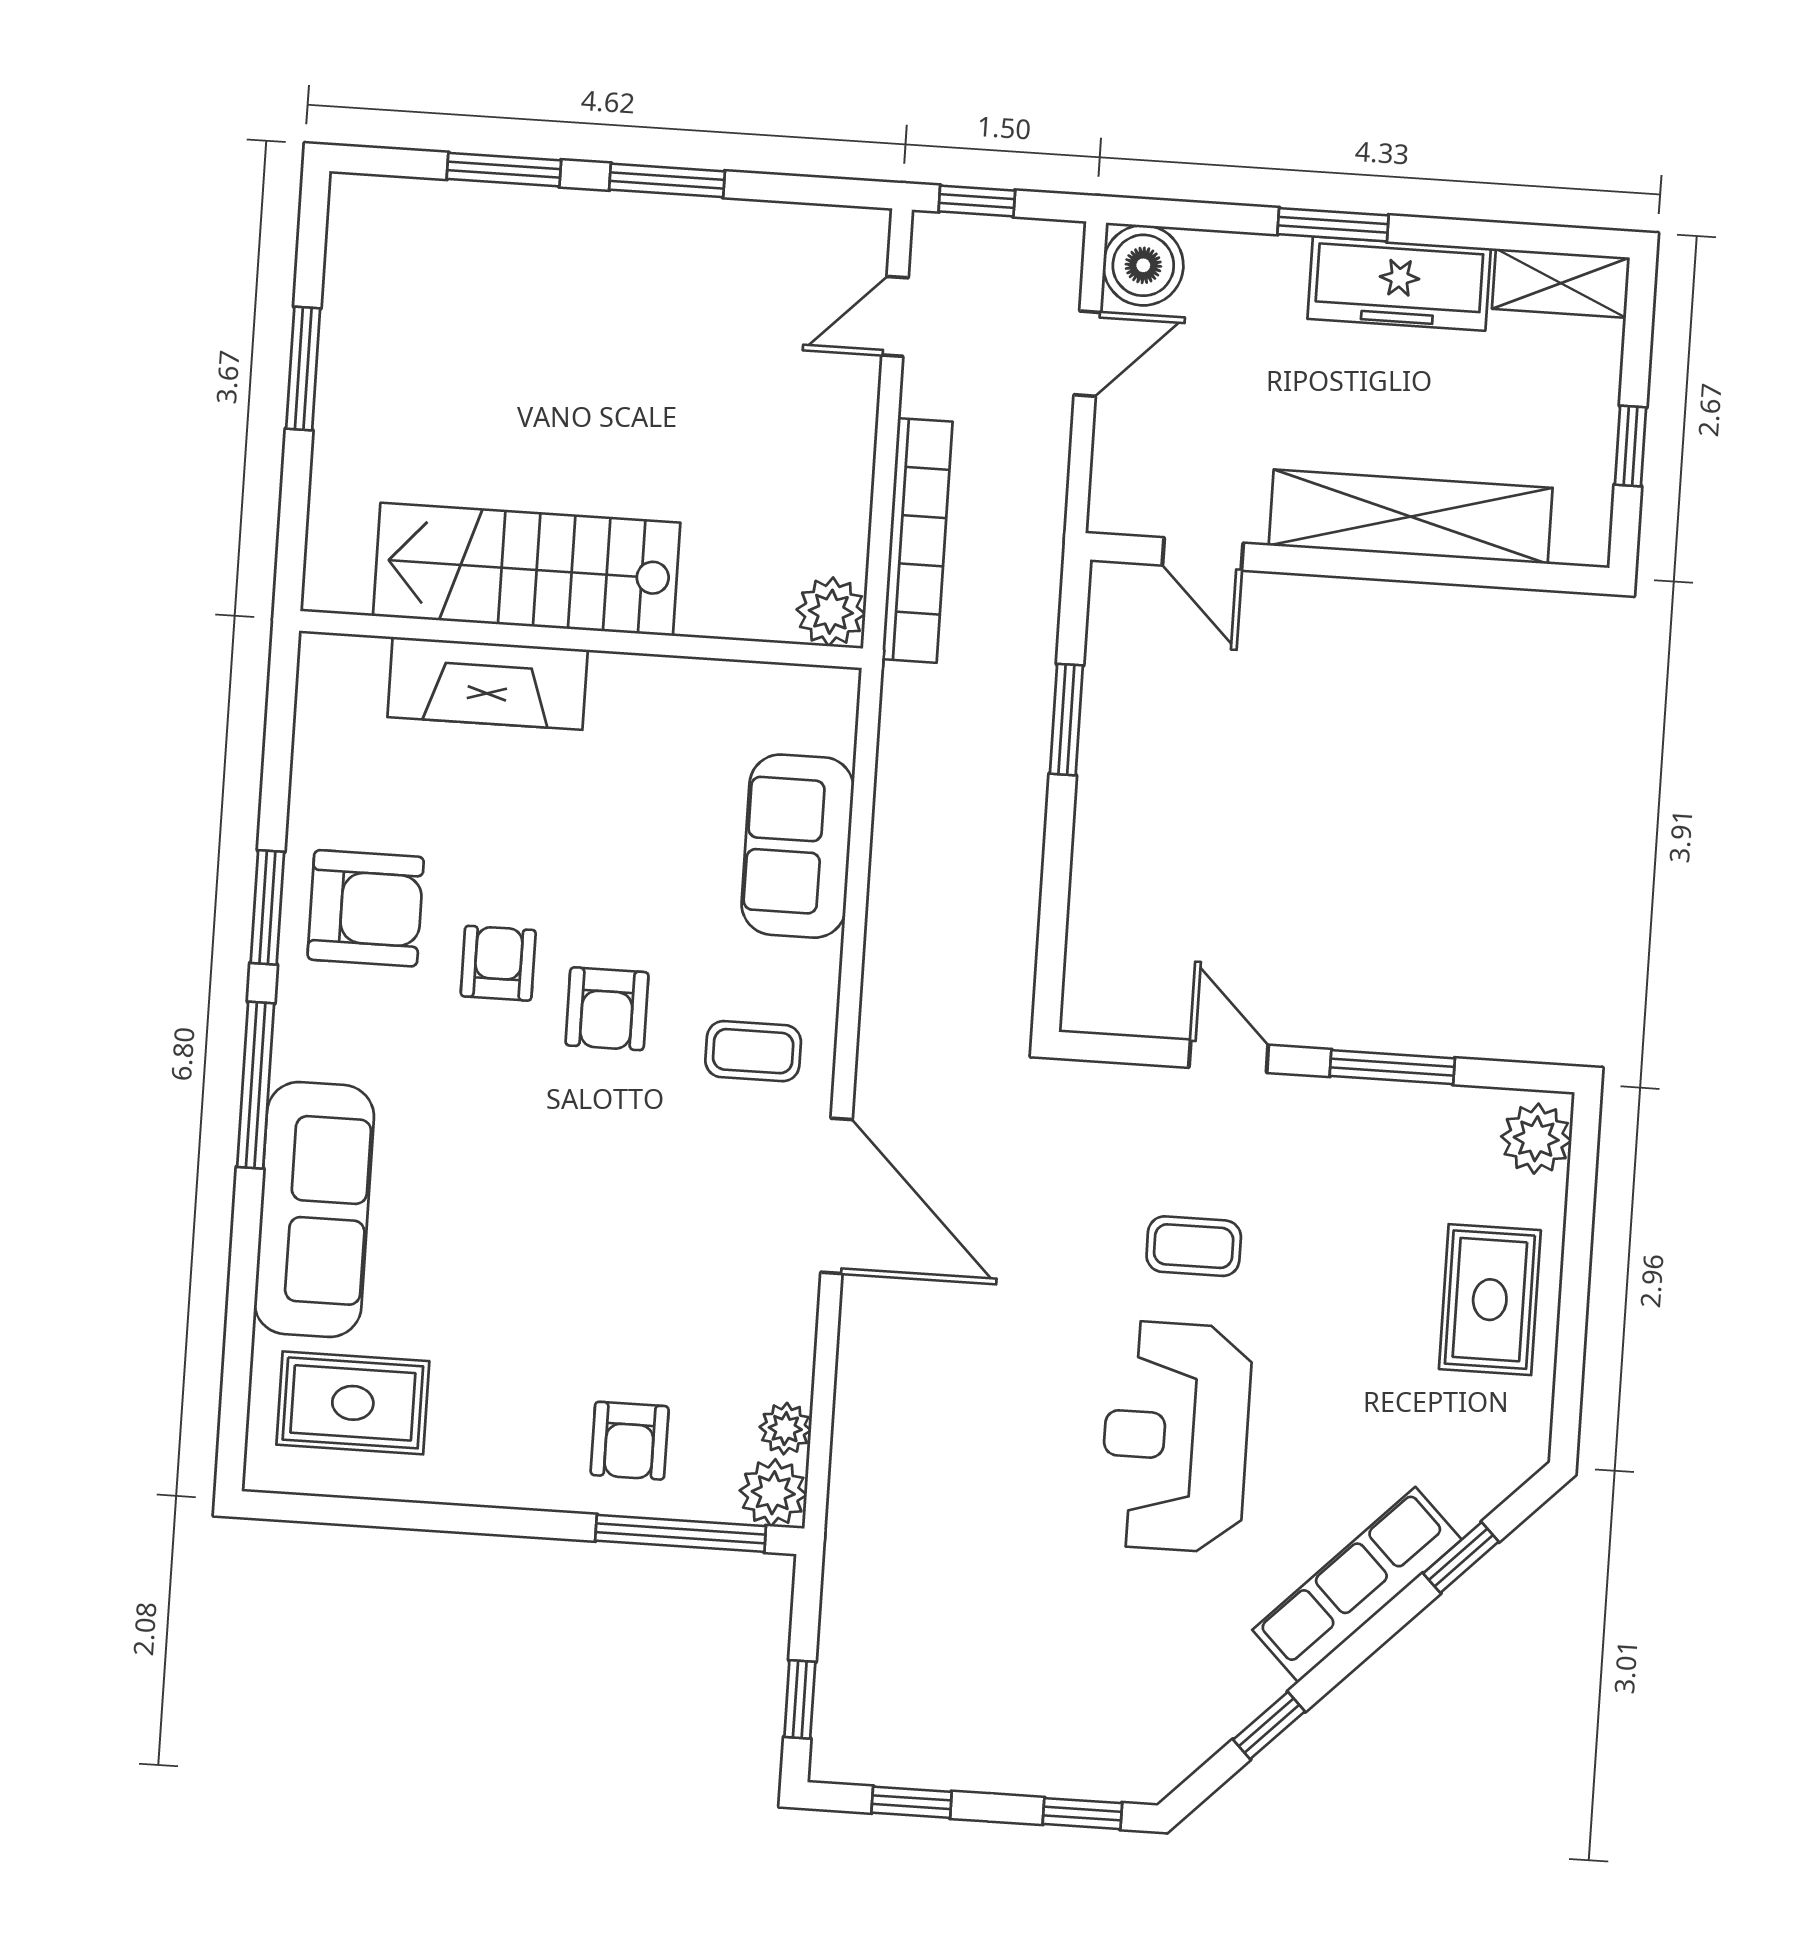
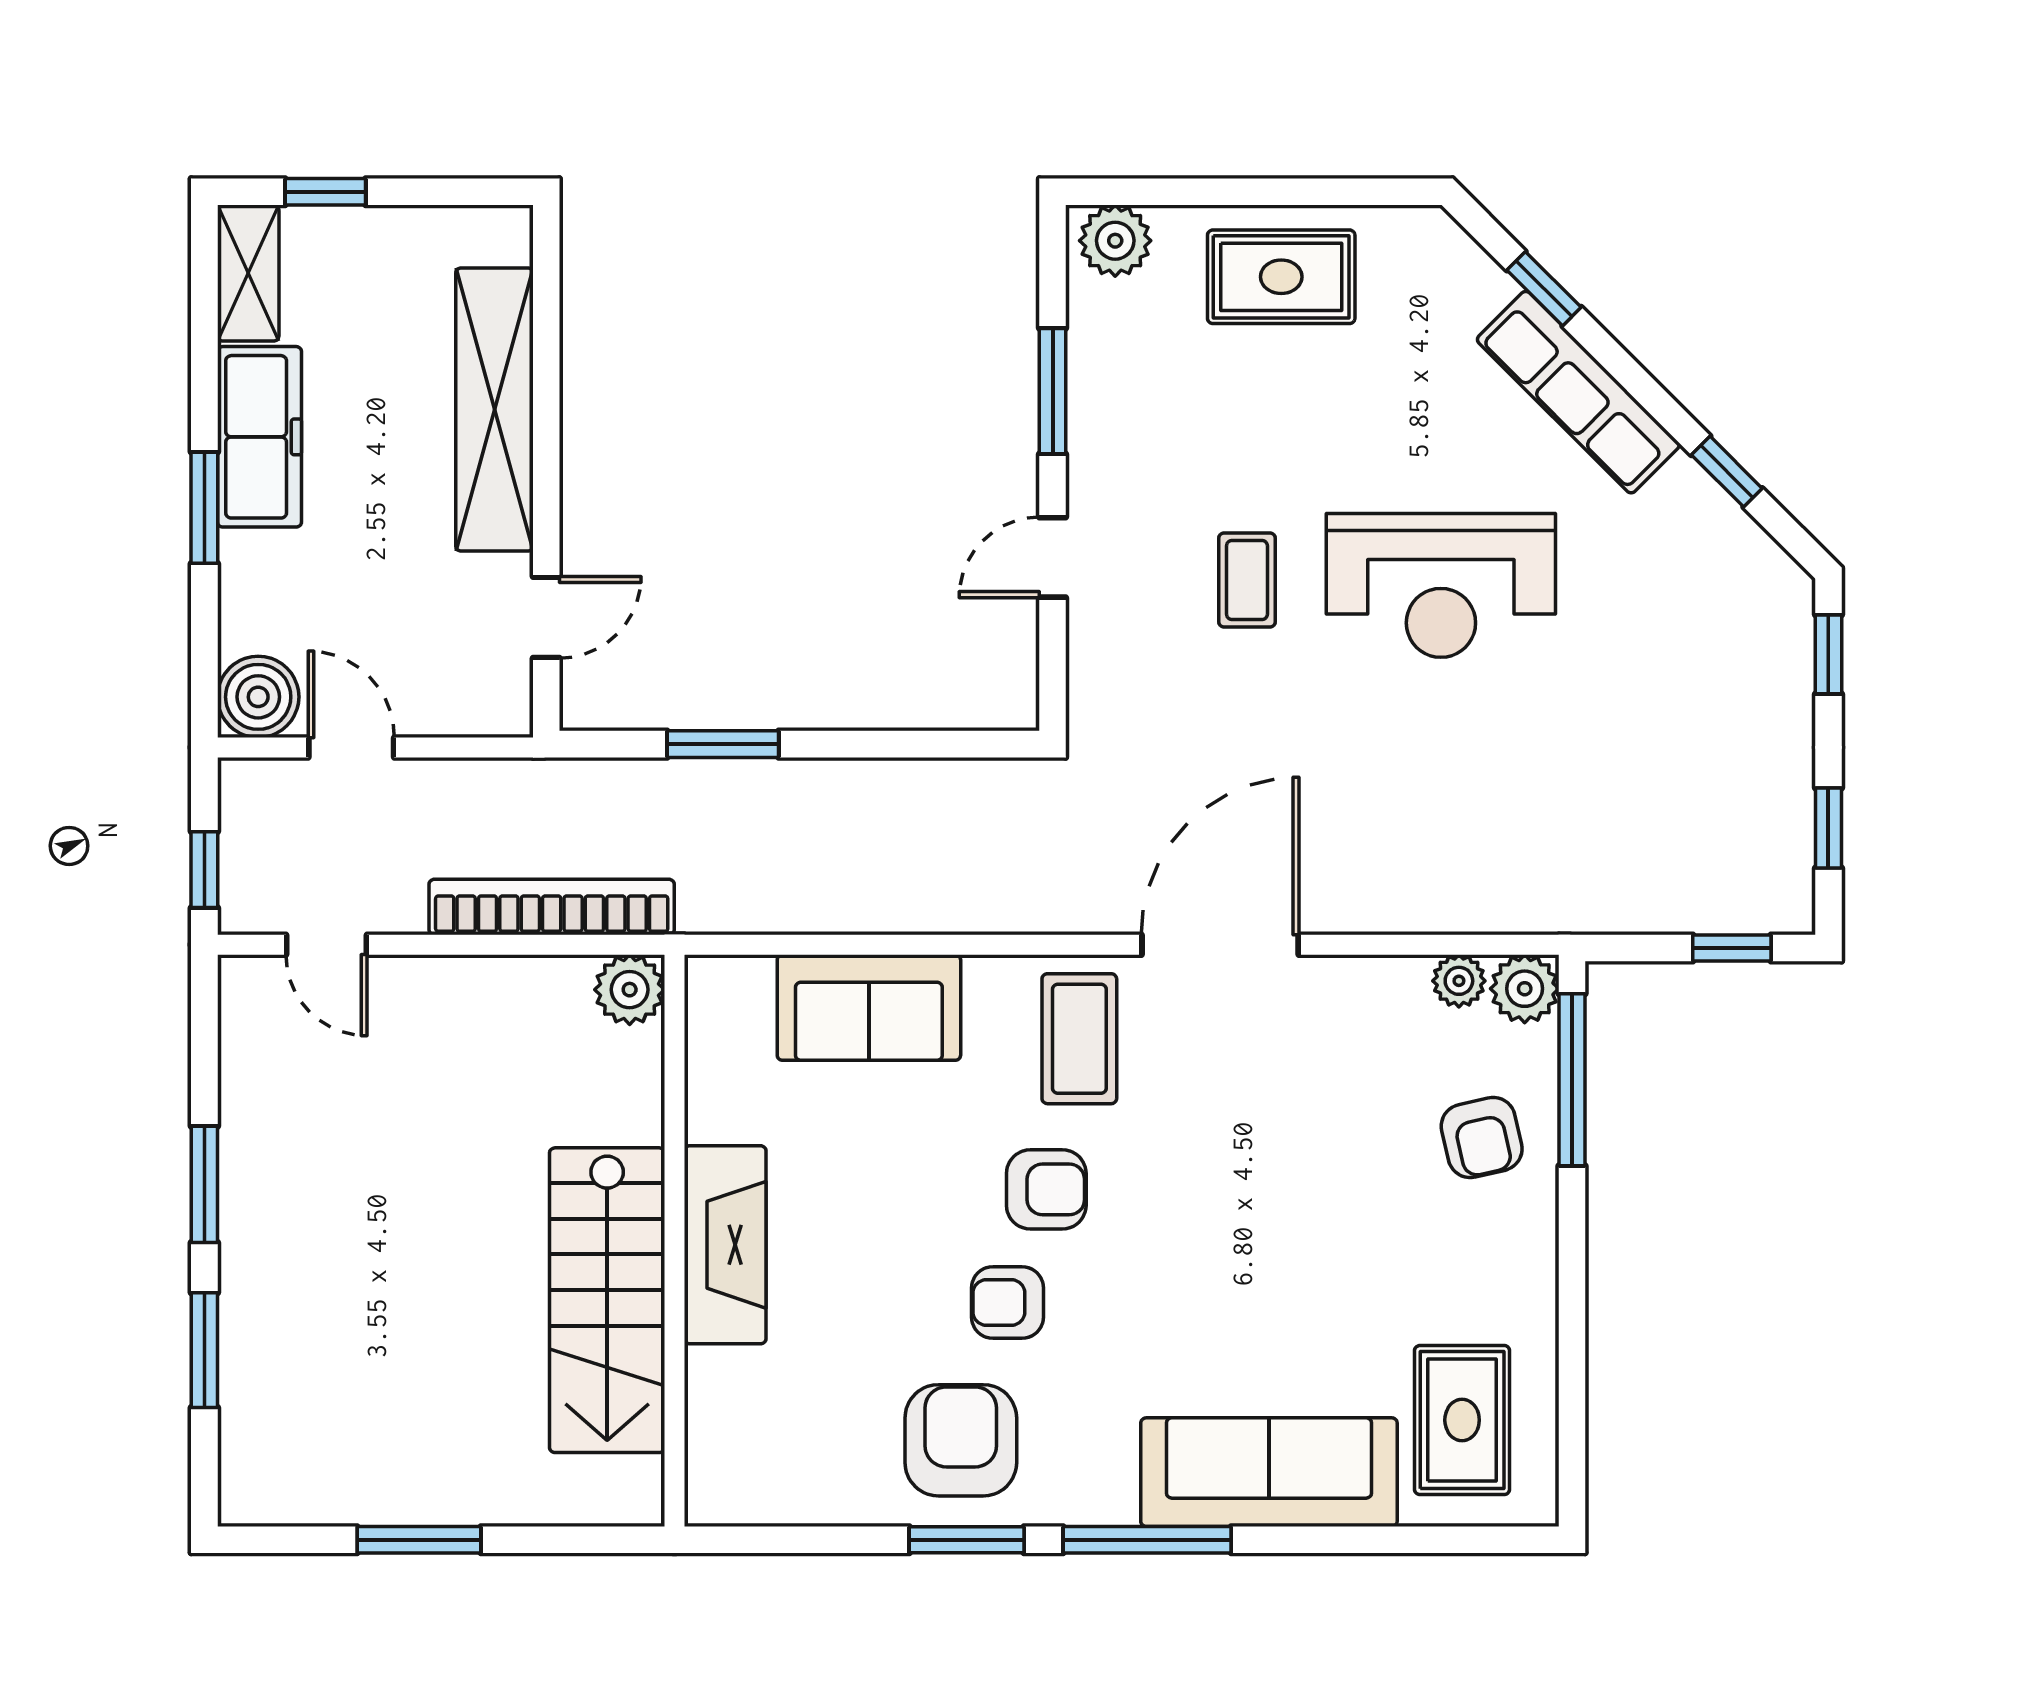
window: (1631, 446) -> (325, 192), moved
fireplace: (488, 683) -> (725, 1245), moved
coffee table: (753, 1051) -> (1079, 1039), width x1.36, depth x1.30
armchair: (630, 1441) -> (1482, 1138), turned 77

